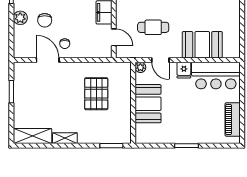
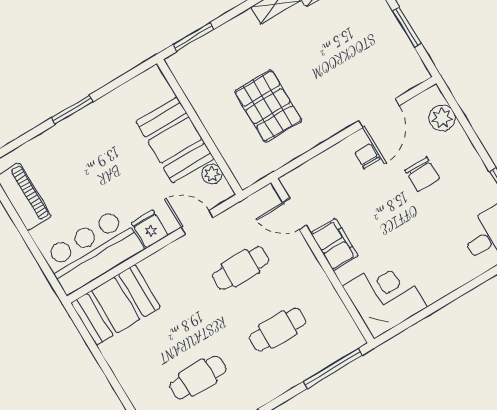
plant: (20, 18) -> (442, 118), moved
chair: (45, 20) -> (422, 174), turned 180
booth: (202, 45) -> (116, 305), moved
door: (48, 60) -> (379, 113), hinge flipped
plant: (140, 67) -> (212, 174), moved

